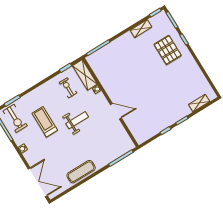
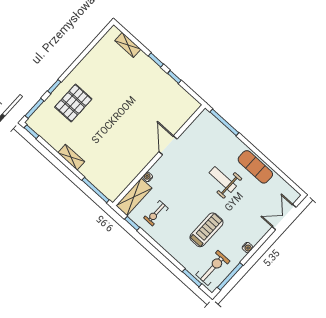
shelving: (141, 29) -> (71, 157), moved
weight bench: (77, 120) -> (223, 179), moved
treadmill: (45, 122) -> (206, 230), turned 180
double door: (38, 182) -> (284, 217), width x0.73

